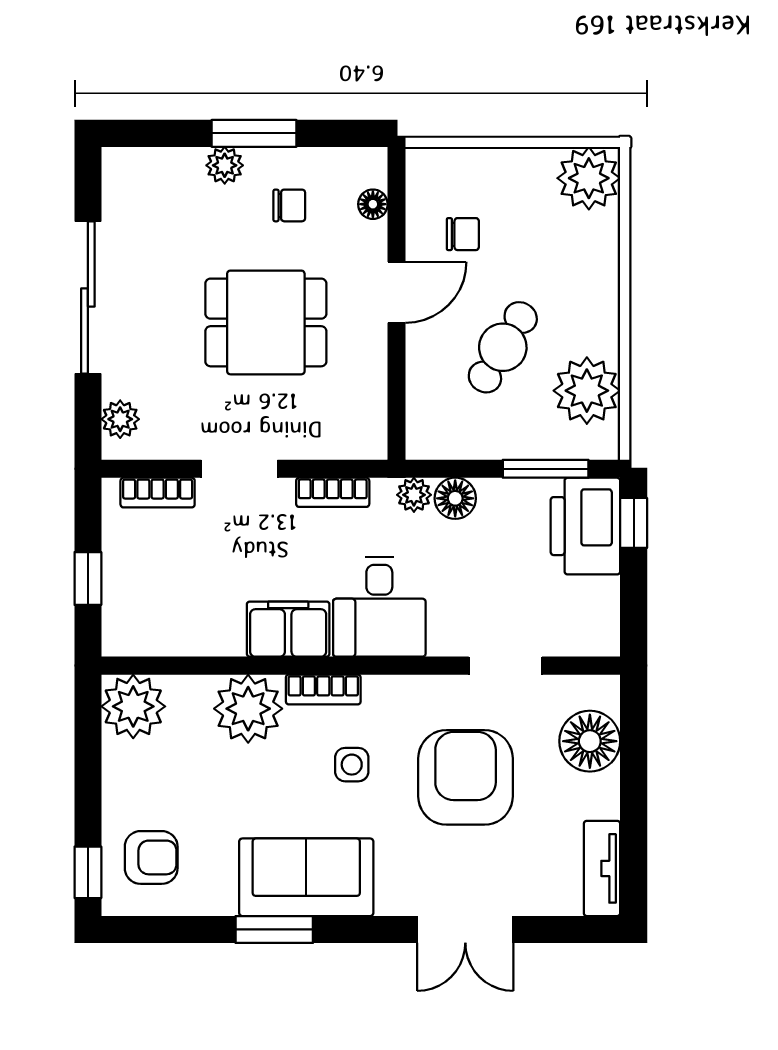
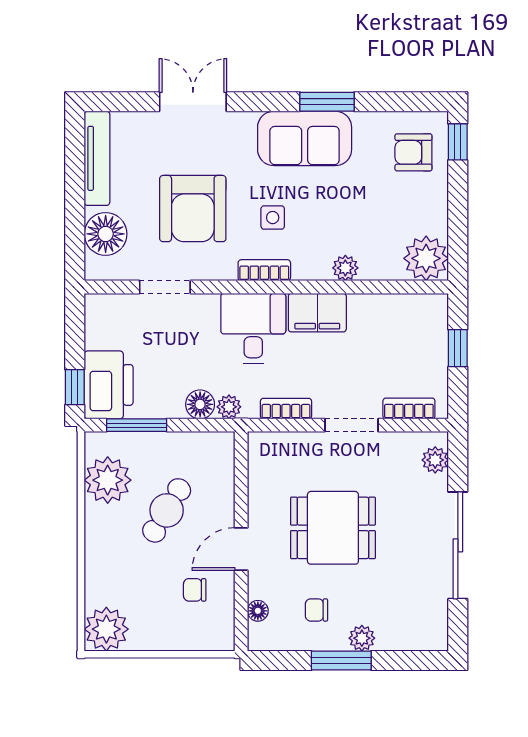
bookcase: (323, 689) -> (264, 270), moved
plant: (248, 709) -> (345, 268), width x0.53, depth x0.53
tv unit: (602, 868) -> (97, 158), width x1.41

